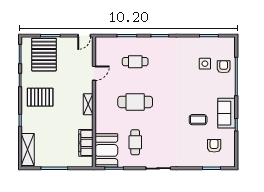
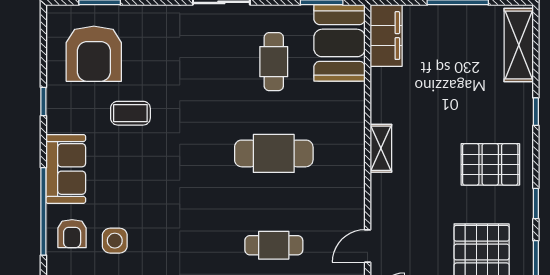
door: (94, 73) -> (368, 246), moved
sofa: (226, 113) -> (66, 169), moved
filing cabinet: (86, 143) -> (386, 36), moved
armchair: (214, 146) -> (94, 54), width x1.88, depth x1.88

